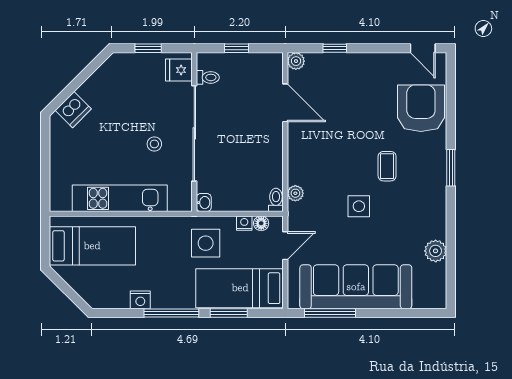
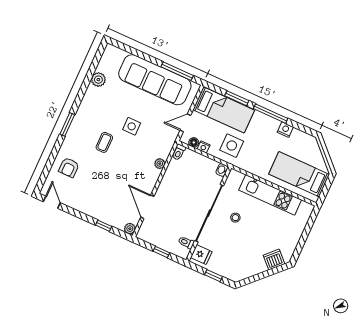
armchair: (421, 108) -> (69, 167), width x0.53, depth x0.53
plant: (295, 193) -> (160, 164), moved

